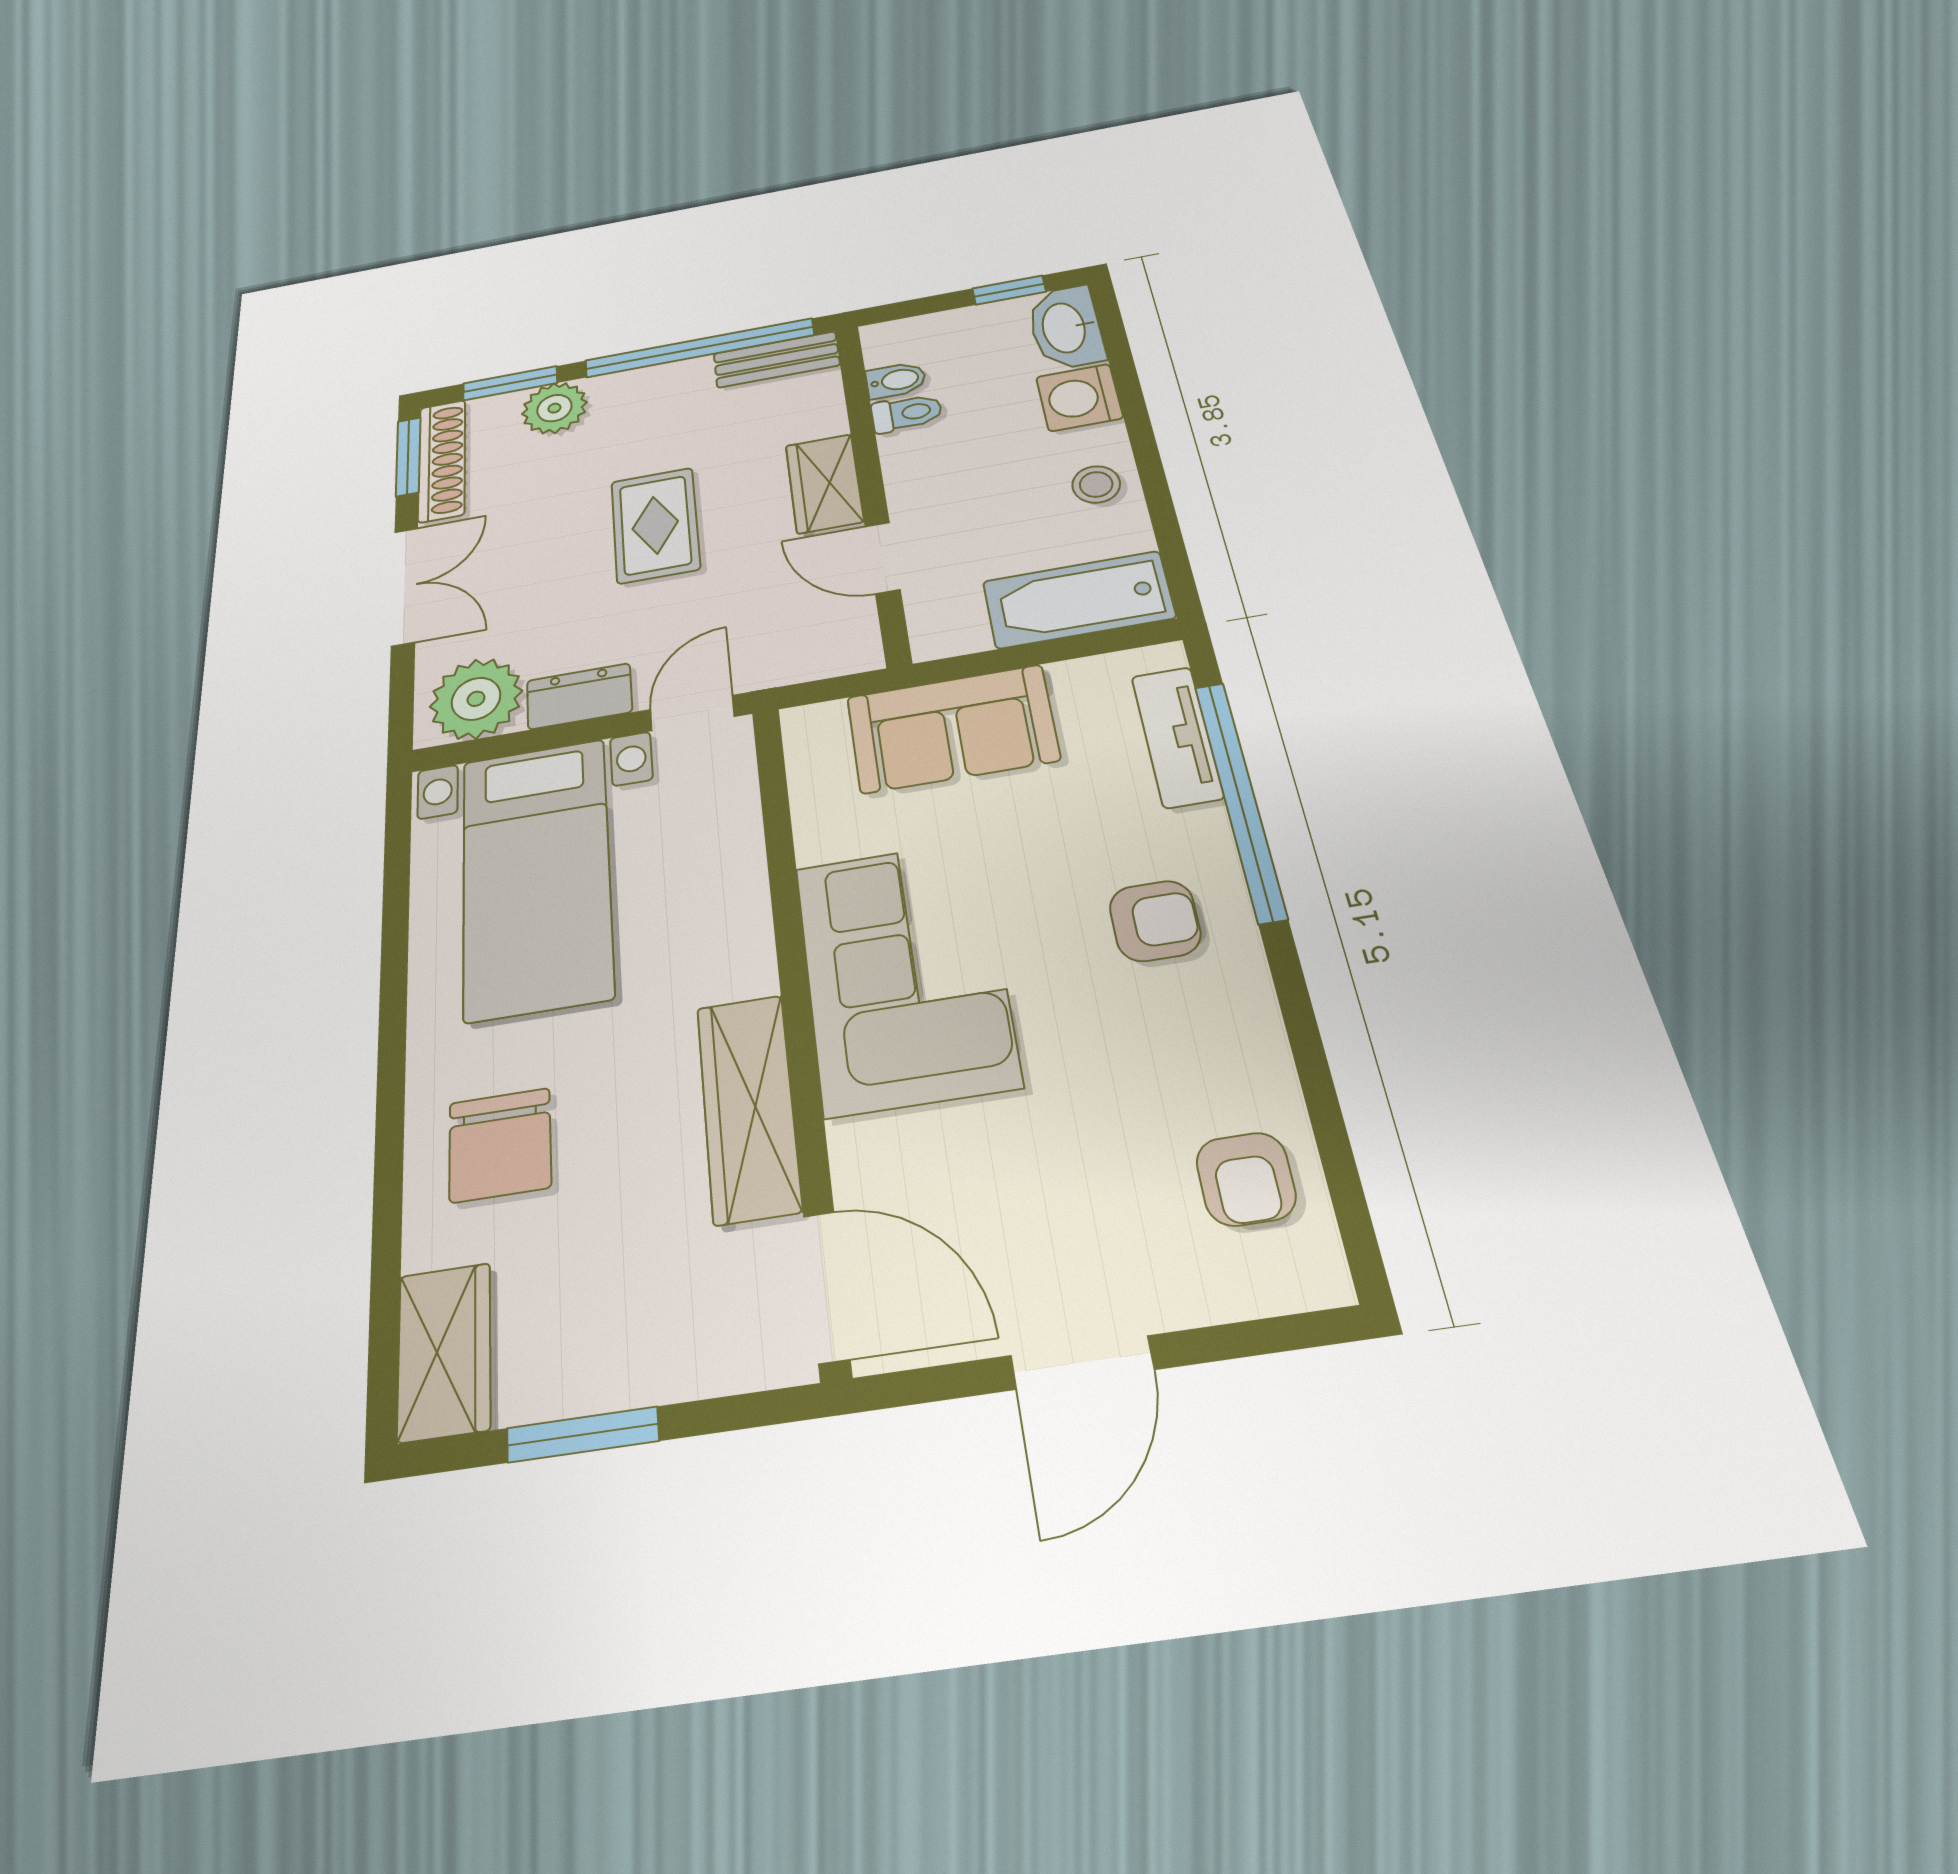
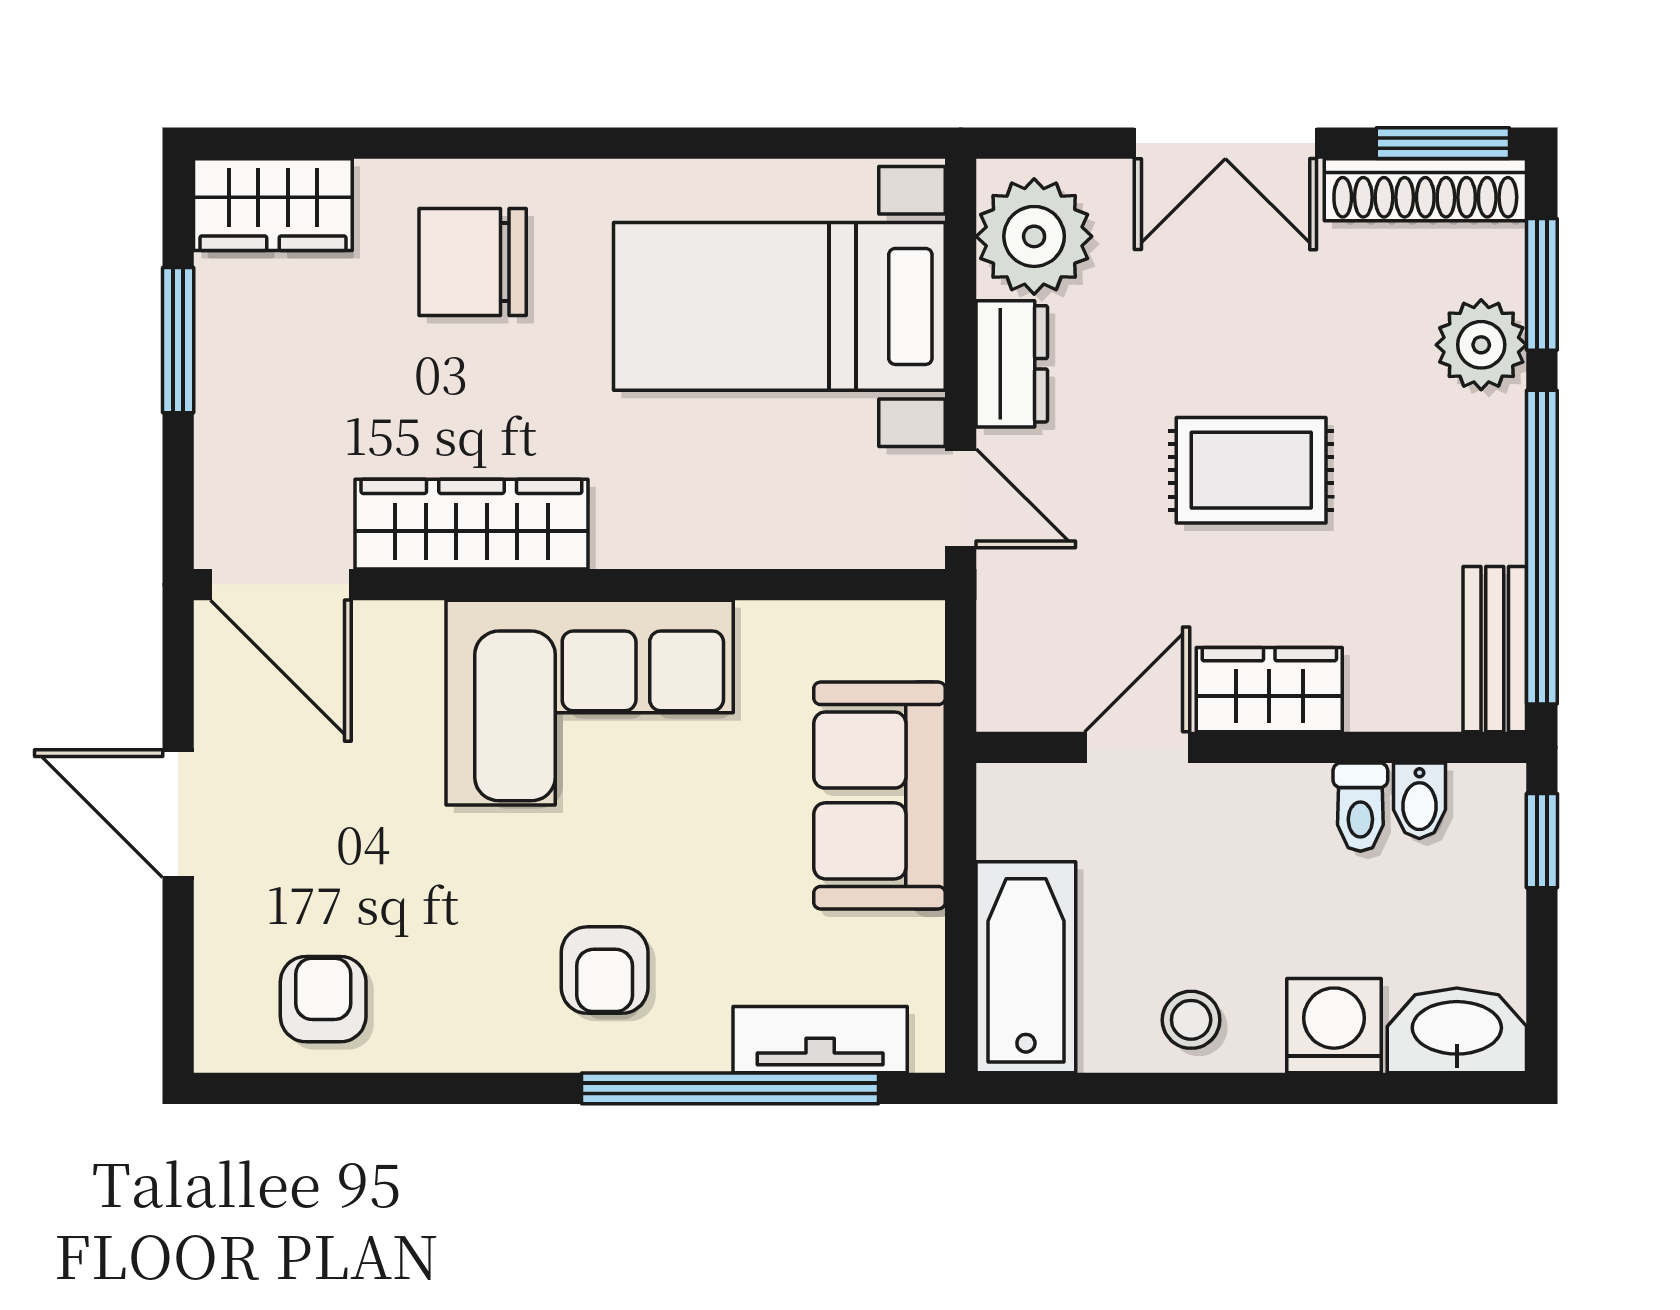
window: (1009, 290) -> (1542, 841), moved
armchair: (1246, 1179) -> (323, 999), turned 90
door: (826, 1287) -> (281, 585), hinge flipped

